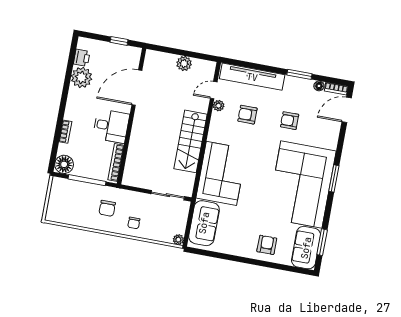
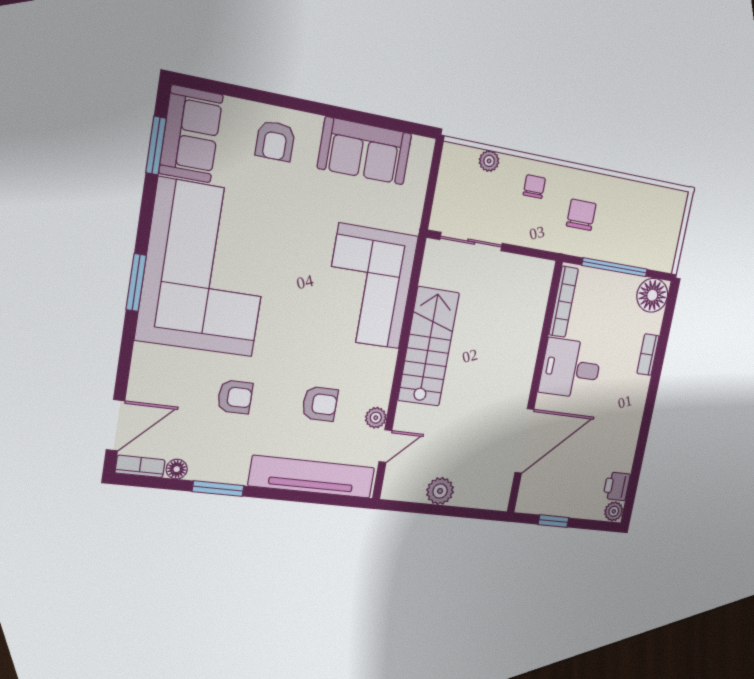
plant: (82, 77) -> (614, 511), moved, width x0.53, depth x0.53
sofa: (204, 223) -> (365, 151), moved, turned -90
plant: (178, 240) -> (489, 161), moved

